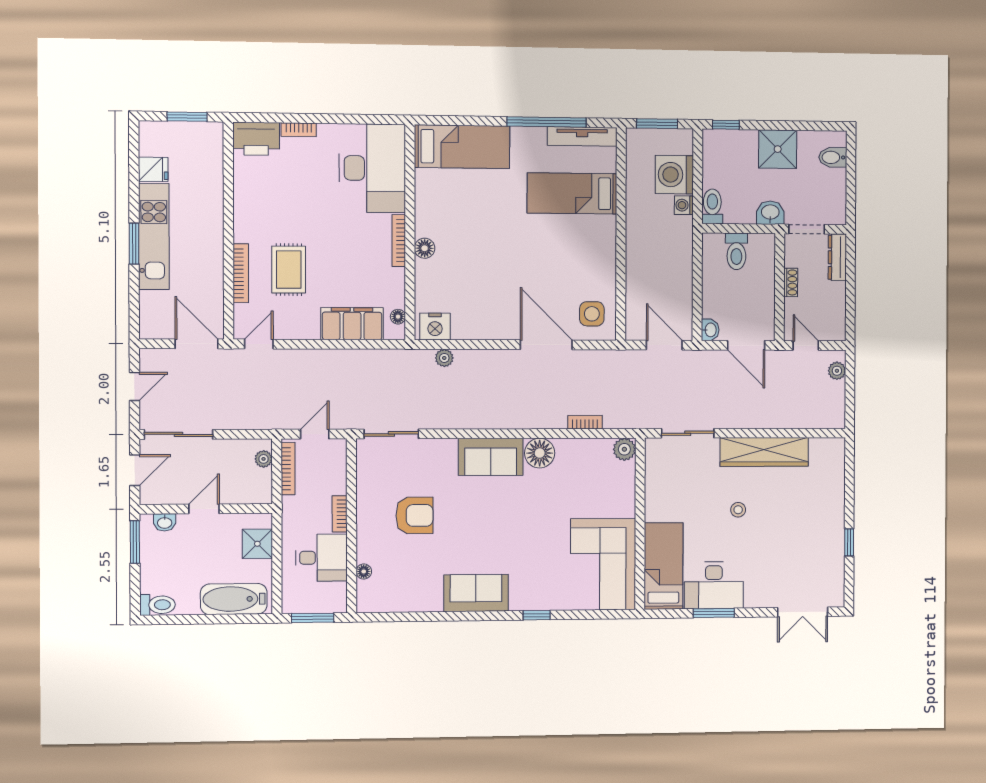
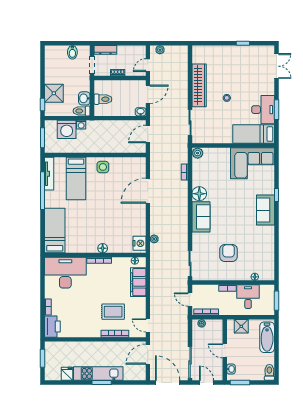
shower: (778, 149) -> (54, 93), moved
bidet: (833, 157) -> (72, 52), moved
washbasin: (770, 213) -> (84, 98), moved
side table: (592, 314) -> (103, 167), moved
door: (134, 386) -> (168, 383), width x1.87
sofa: (476, 593) -> (265, 210), moved

